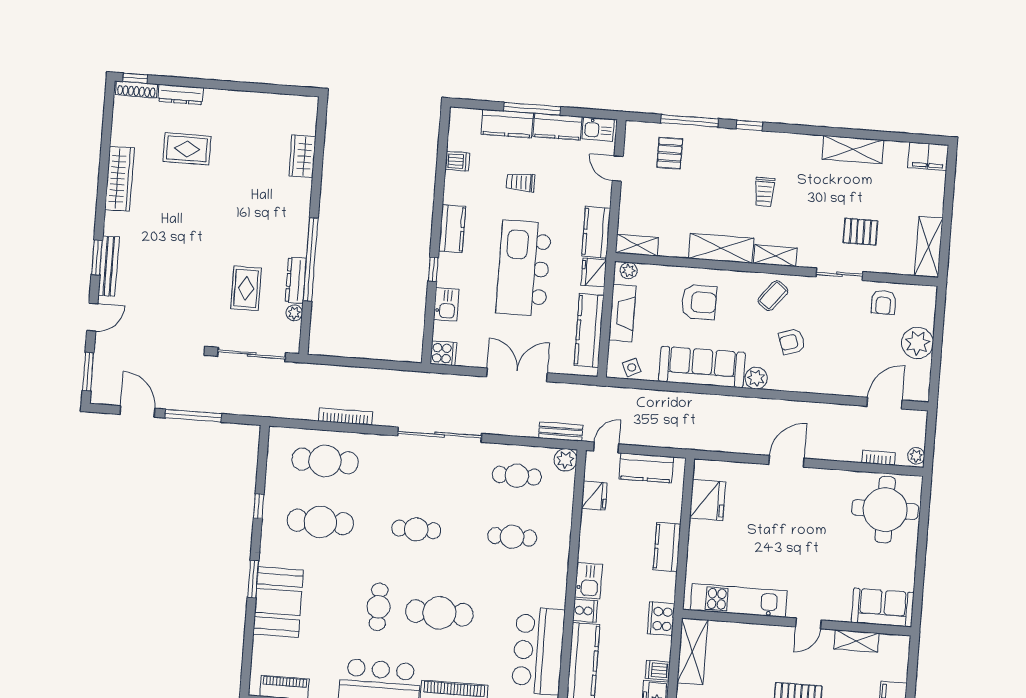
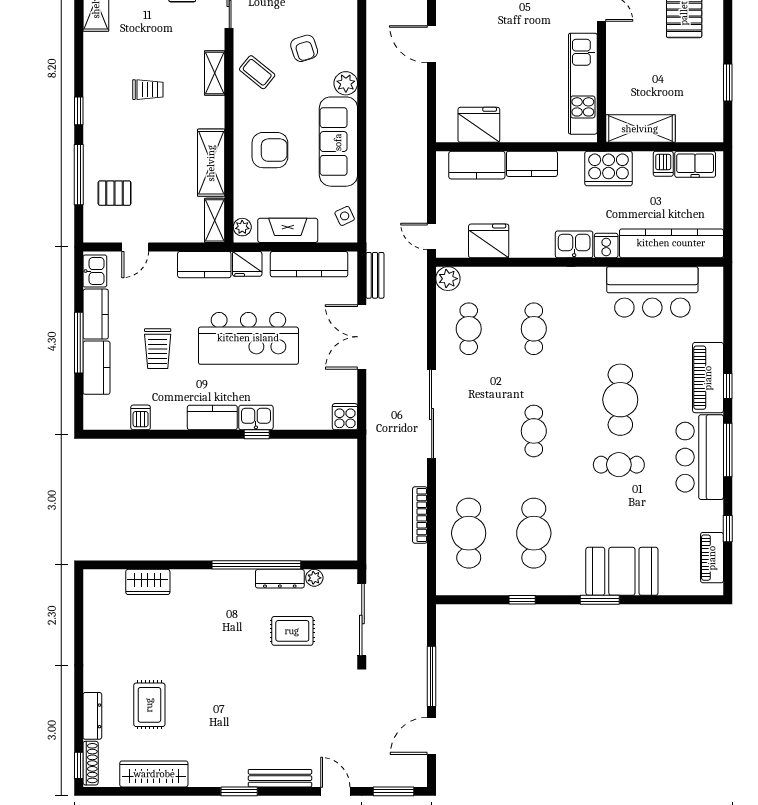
wardrobe: (119, 179) -> (154, 774), moved
trolley: (521, 182) -> (158, 349), width x1.36, depth x1.39
shelving: (721, 248) -> (211, 163), moved
window: (97, 257) -> (239, 791), moved
armchair: (699, 302) -> (270, 150), turned 90
kitchen sink: (446, 304) -> (256, 417), moved
bench: (561, 432) -> (375, 275), moved
kitchen counter: (646, 468) -> (477, 165), moved, turned 90
fridge: (594, 496) -> (489, 241), width x1.36, depth x1.34
cooker: (661, 619) -> (609, 169), width x1.37, depth x1.31

